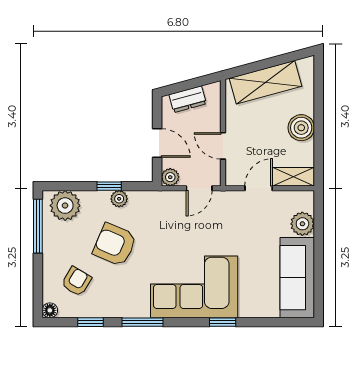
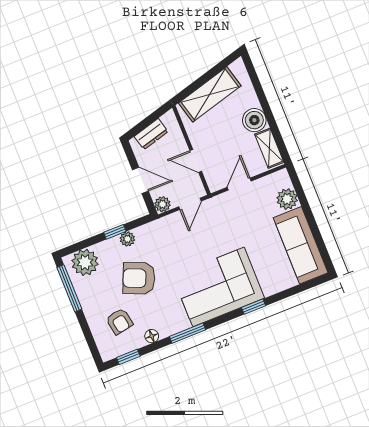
shelving: (293, 177) -> (269, 148), moved, turned 90
armchair: (76, 281) -> (119, 321), turned 139
floor lamp: (50, 310) -> (152, 336), moved
window: (90, 322) -> (128, 357), moved

